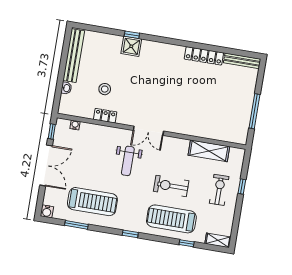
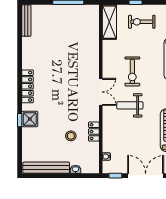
locker: (204, 56) -> (28, 86), moved
shelving: (209, 151) -> (109, 22), moved
weight bench: (128, 161) -> (130, 105), turned 180
exercise bike: (171, 186) -> (132, 71), moved

